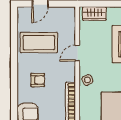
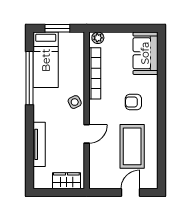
coffee table: (39, 43) -> (132, 146), turned 90

